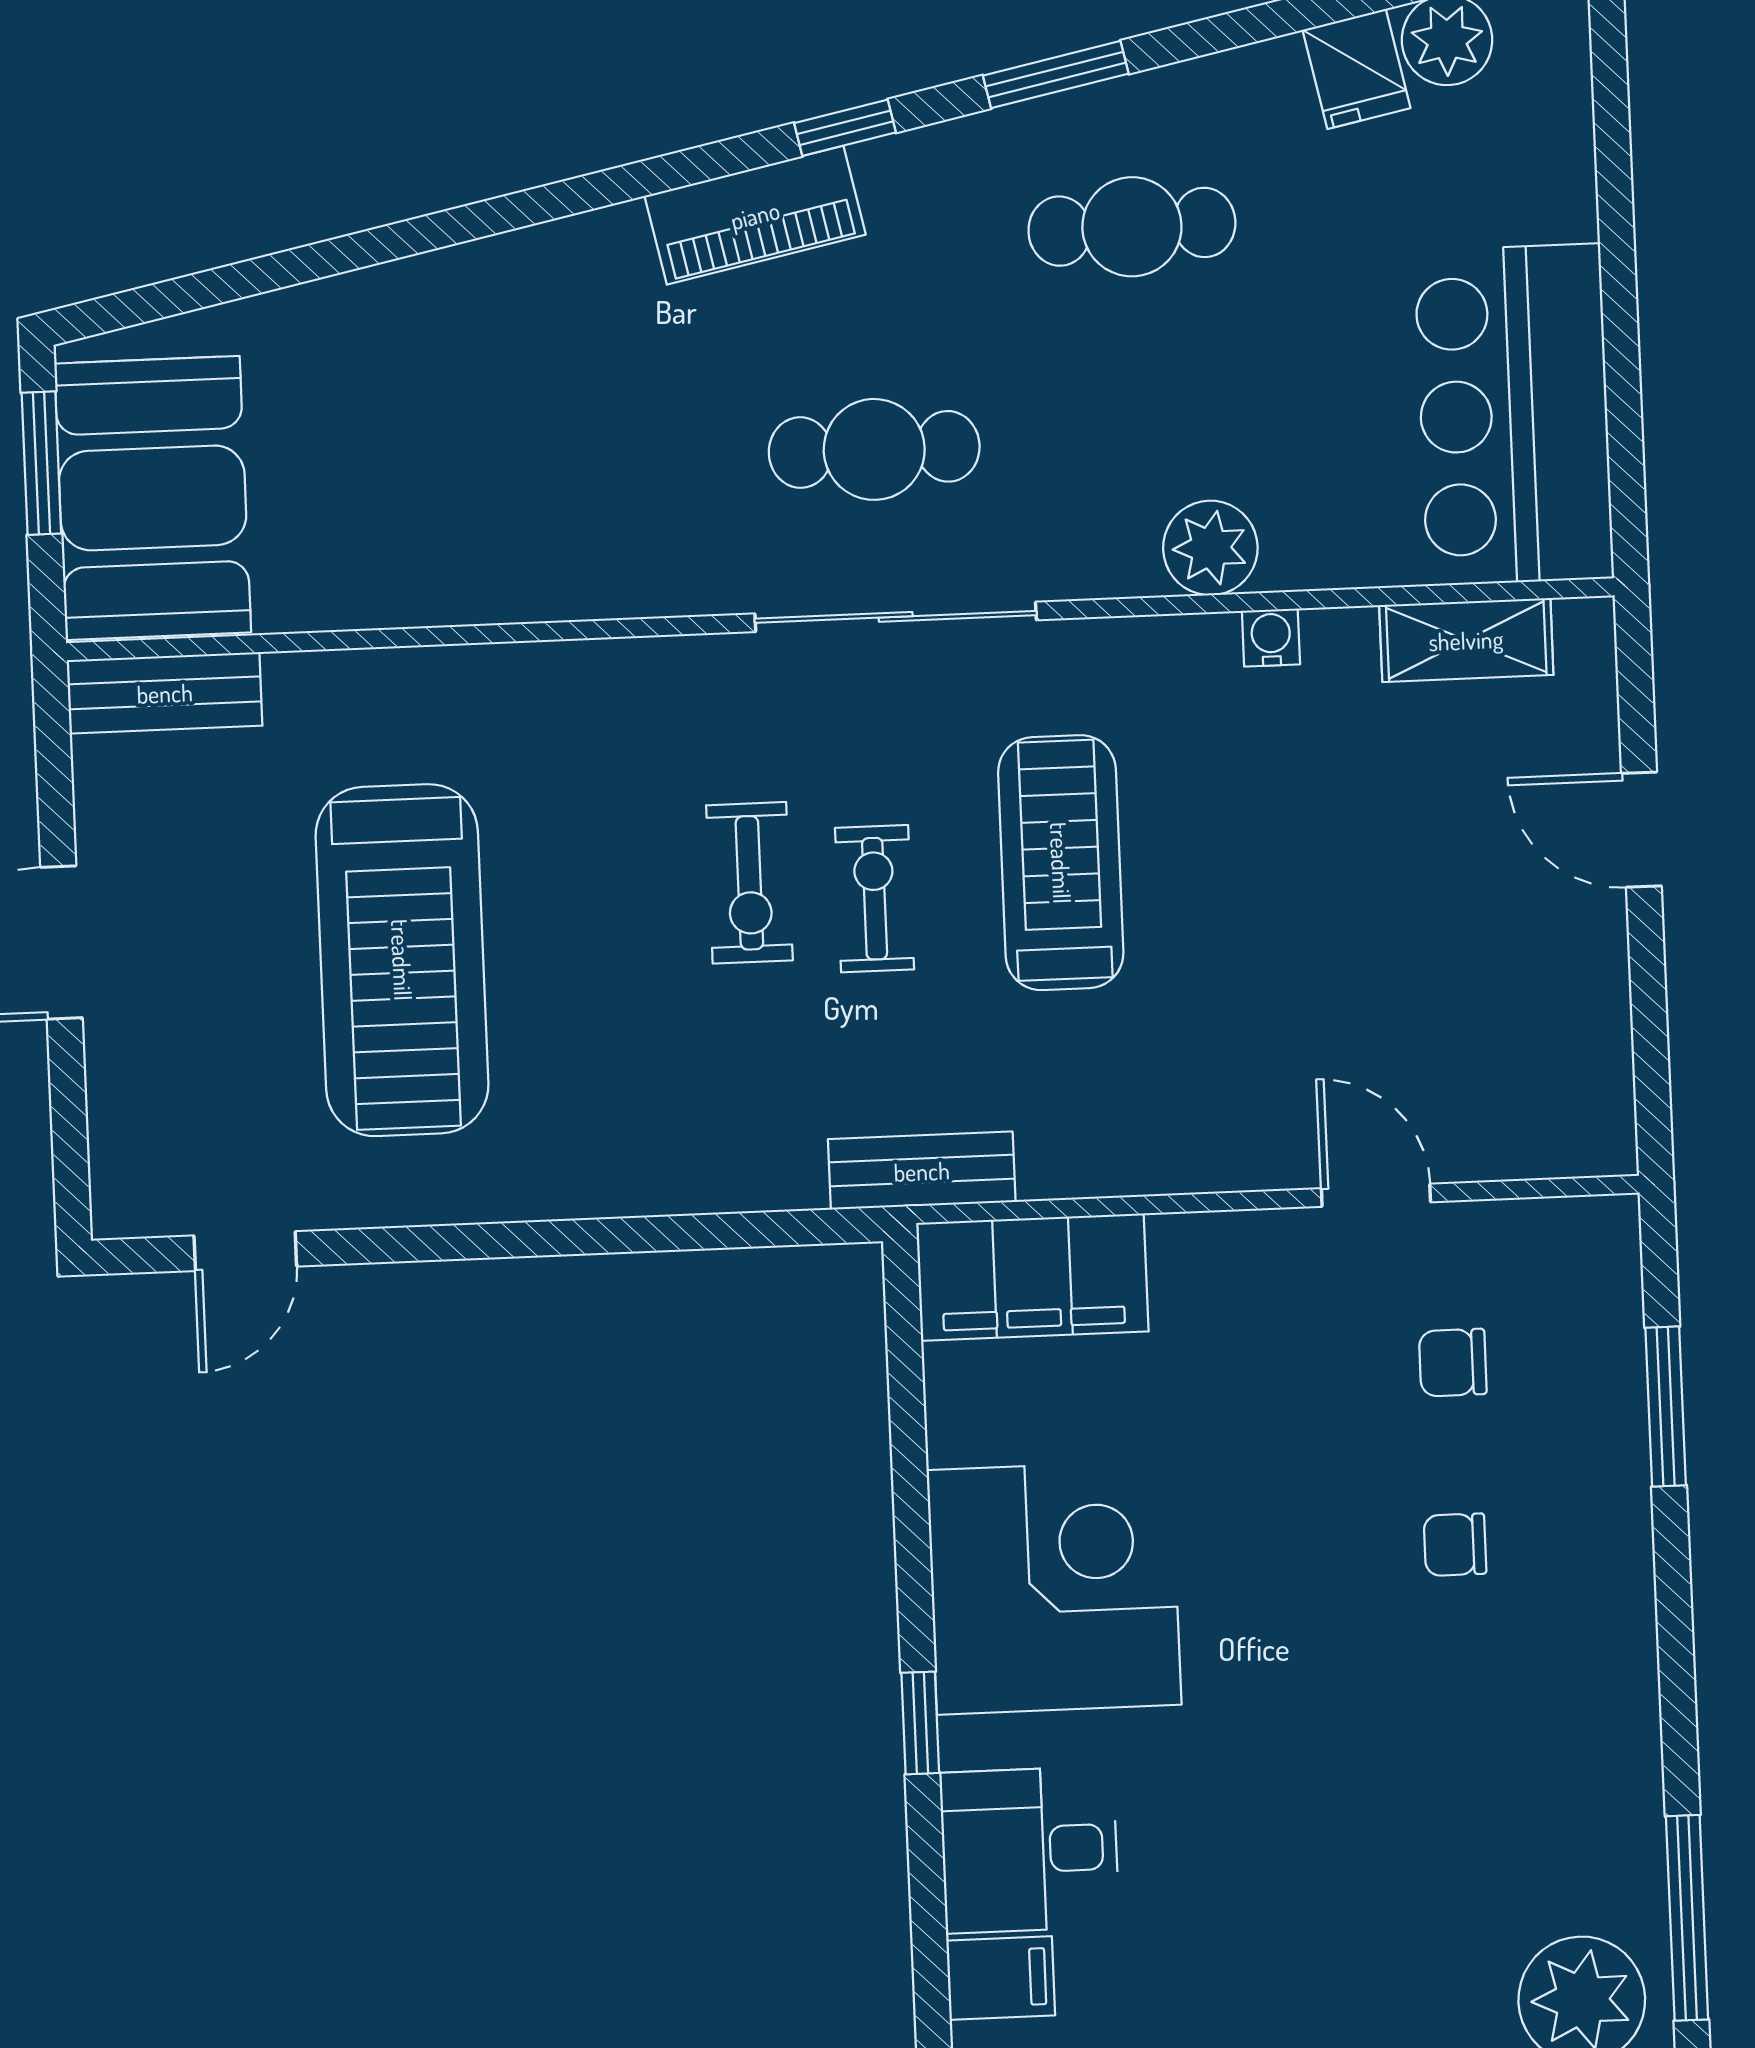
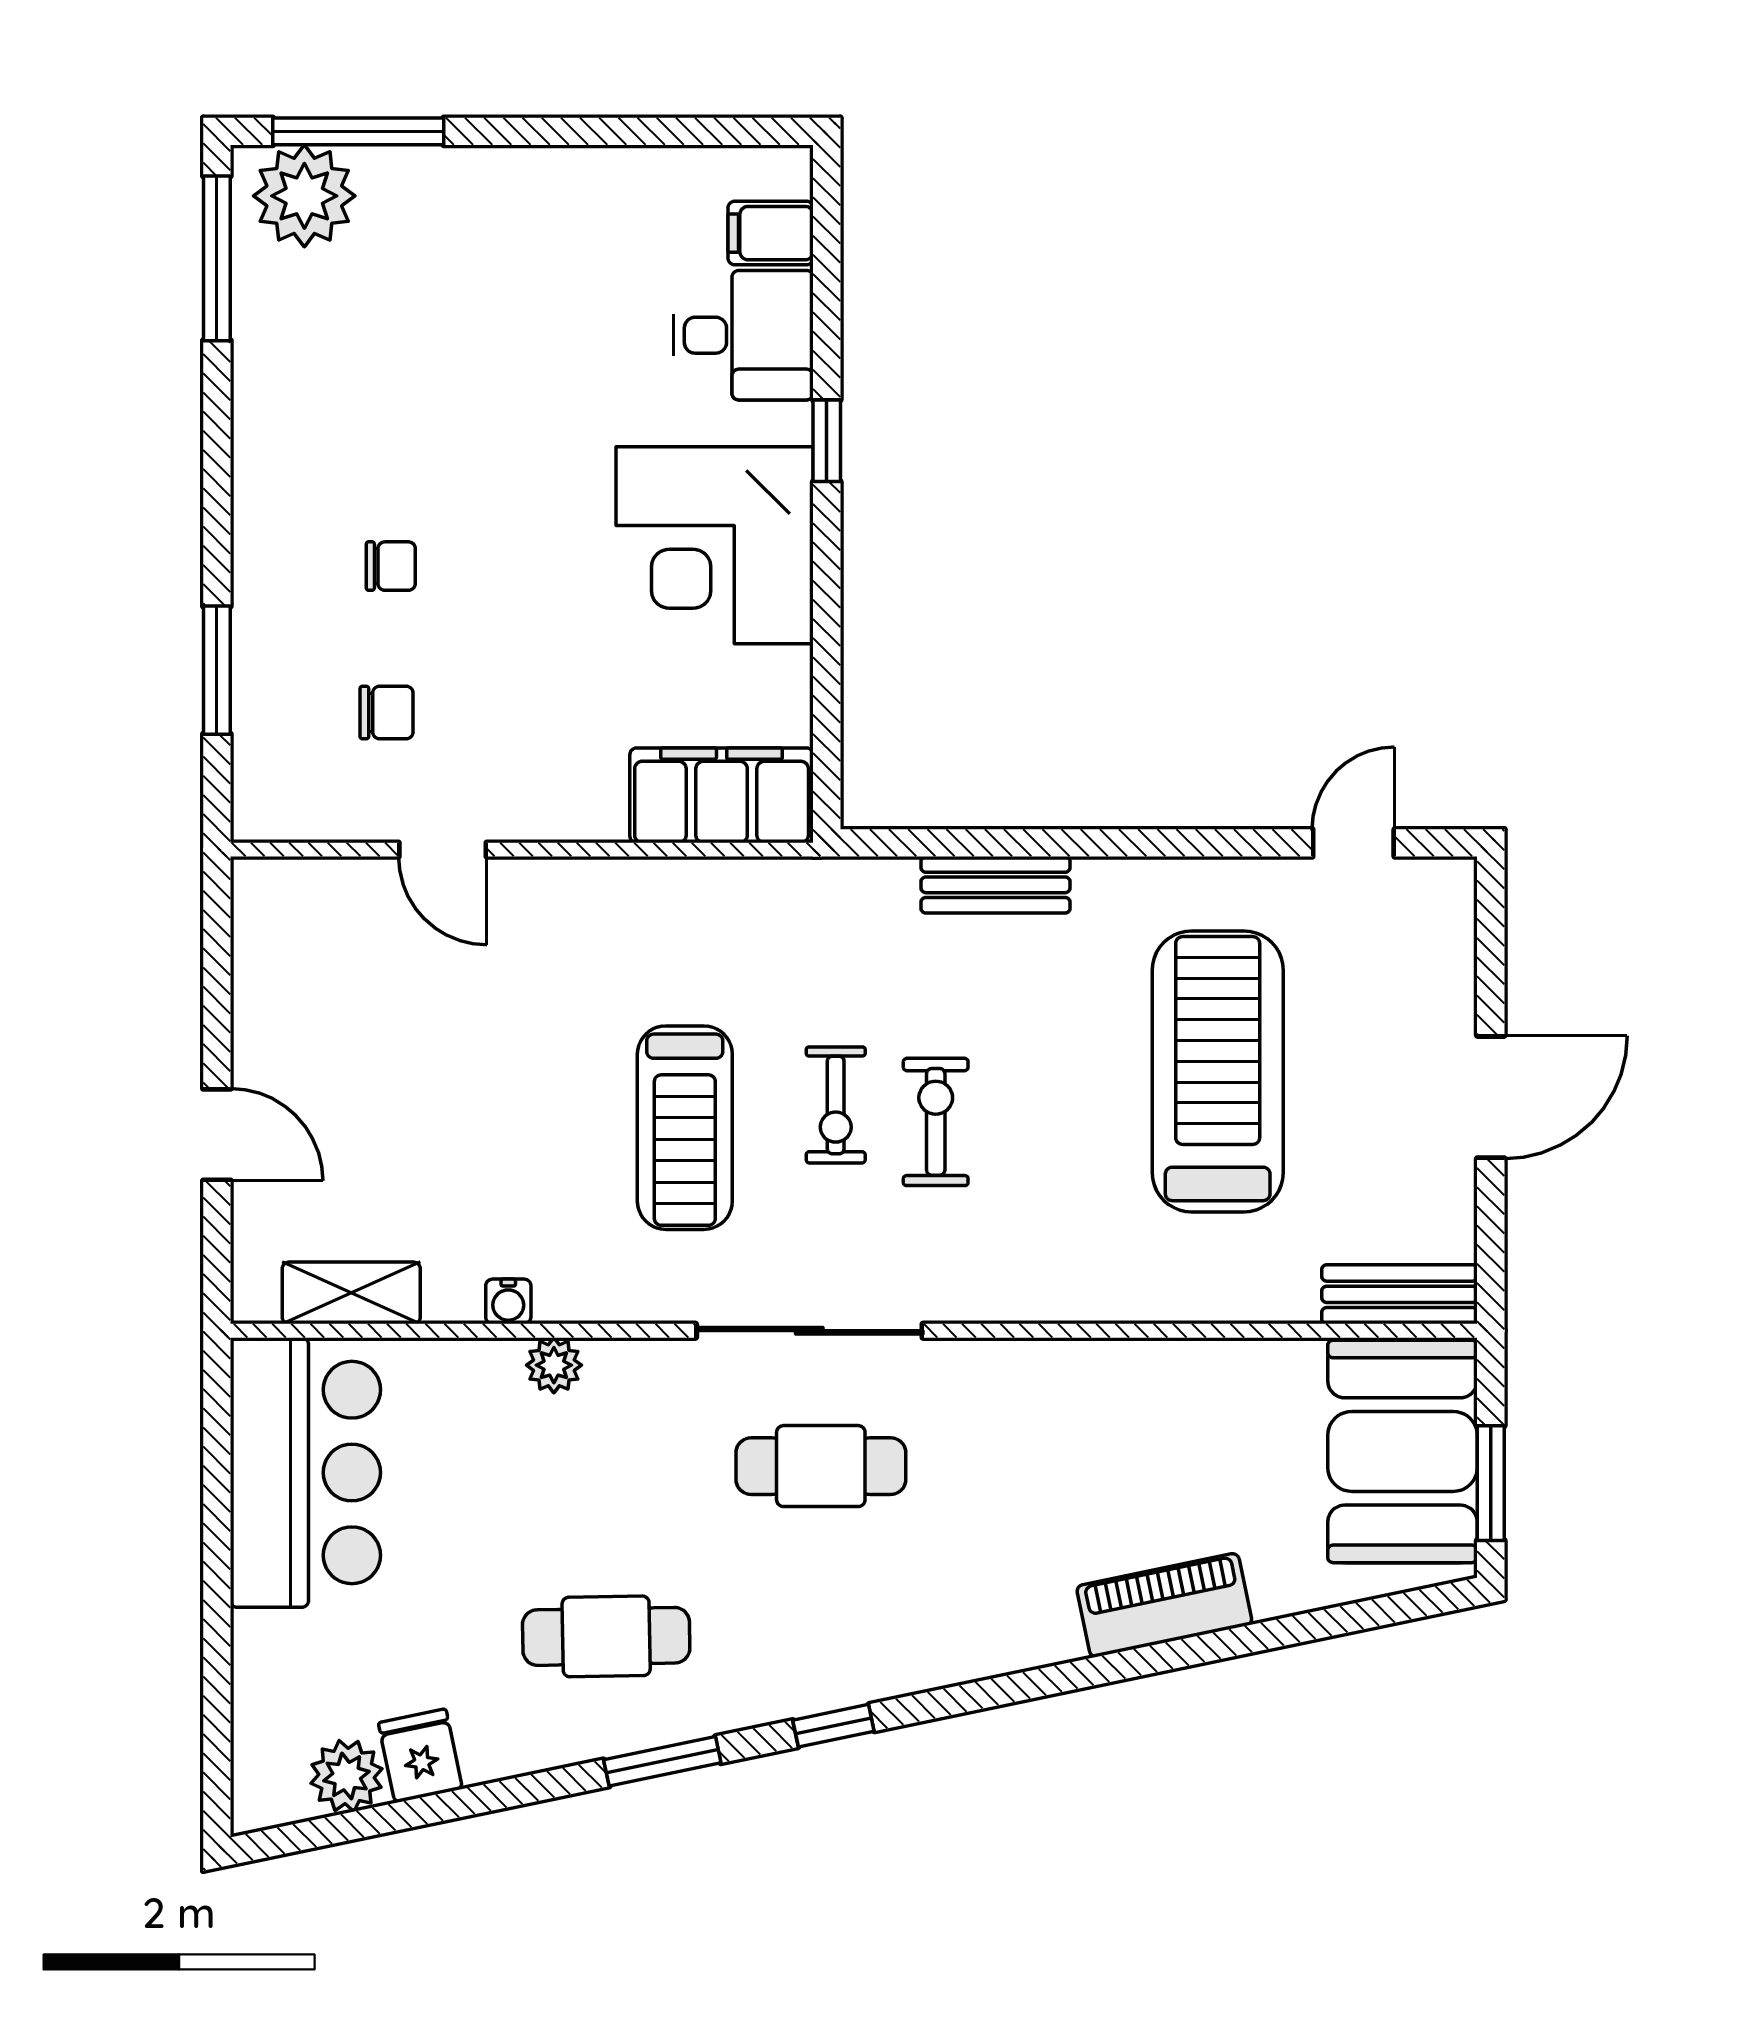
piano: (755, 215) -> (1164, 1605), moved
plant: (1210, 548) -> (554, 1365), width x0.73, depth x0.73
bench: (922, 1171) -> (996, 885), moved

